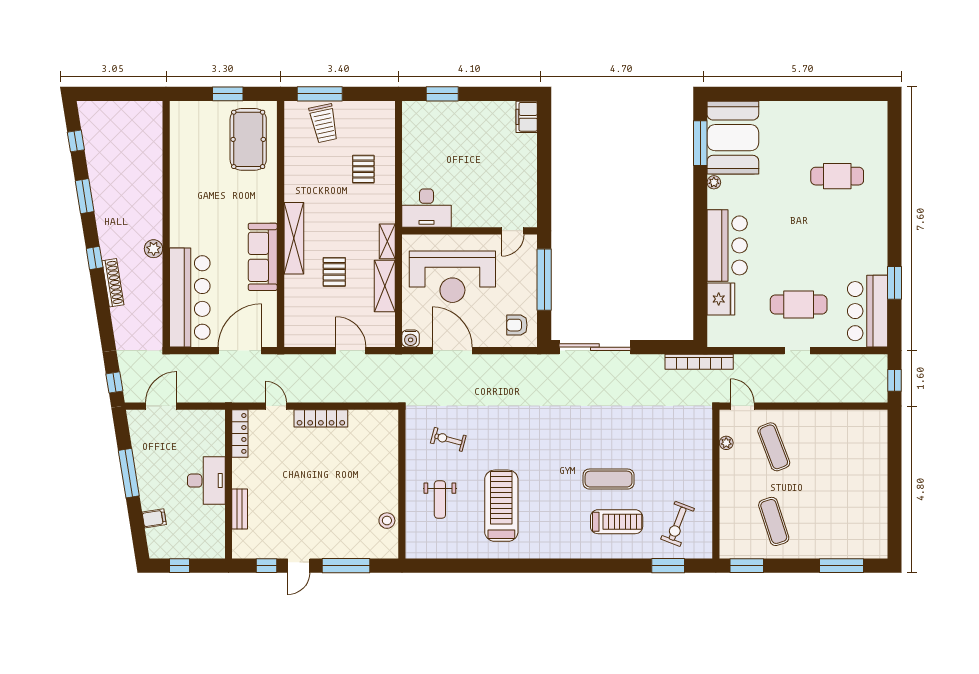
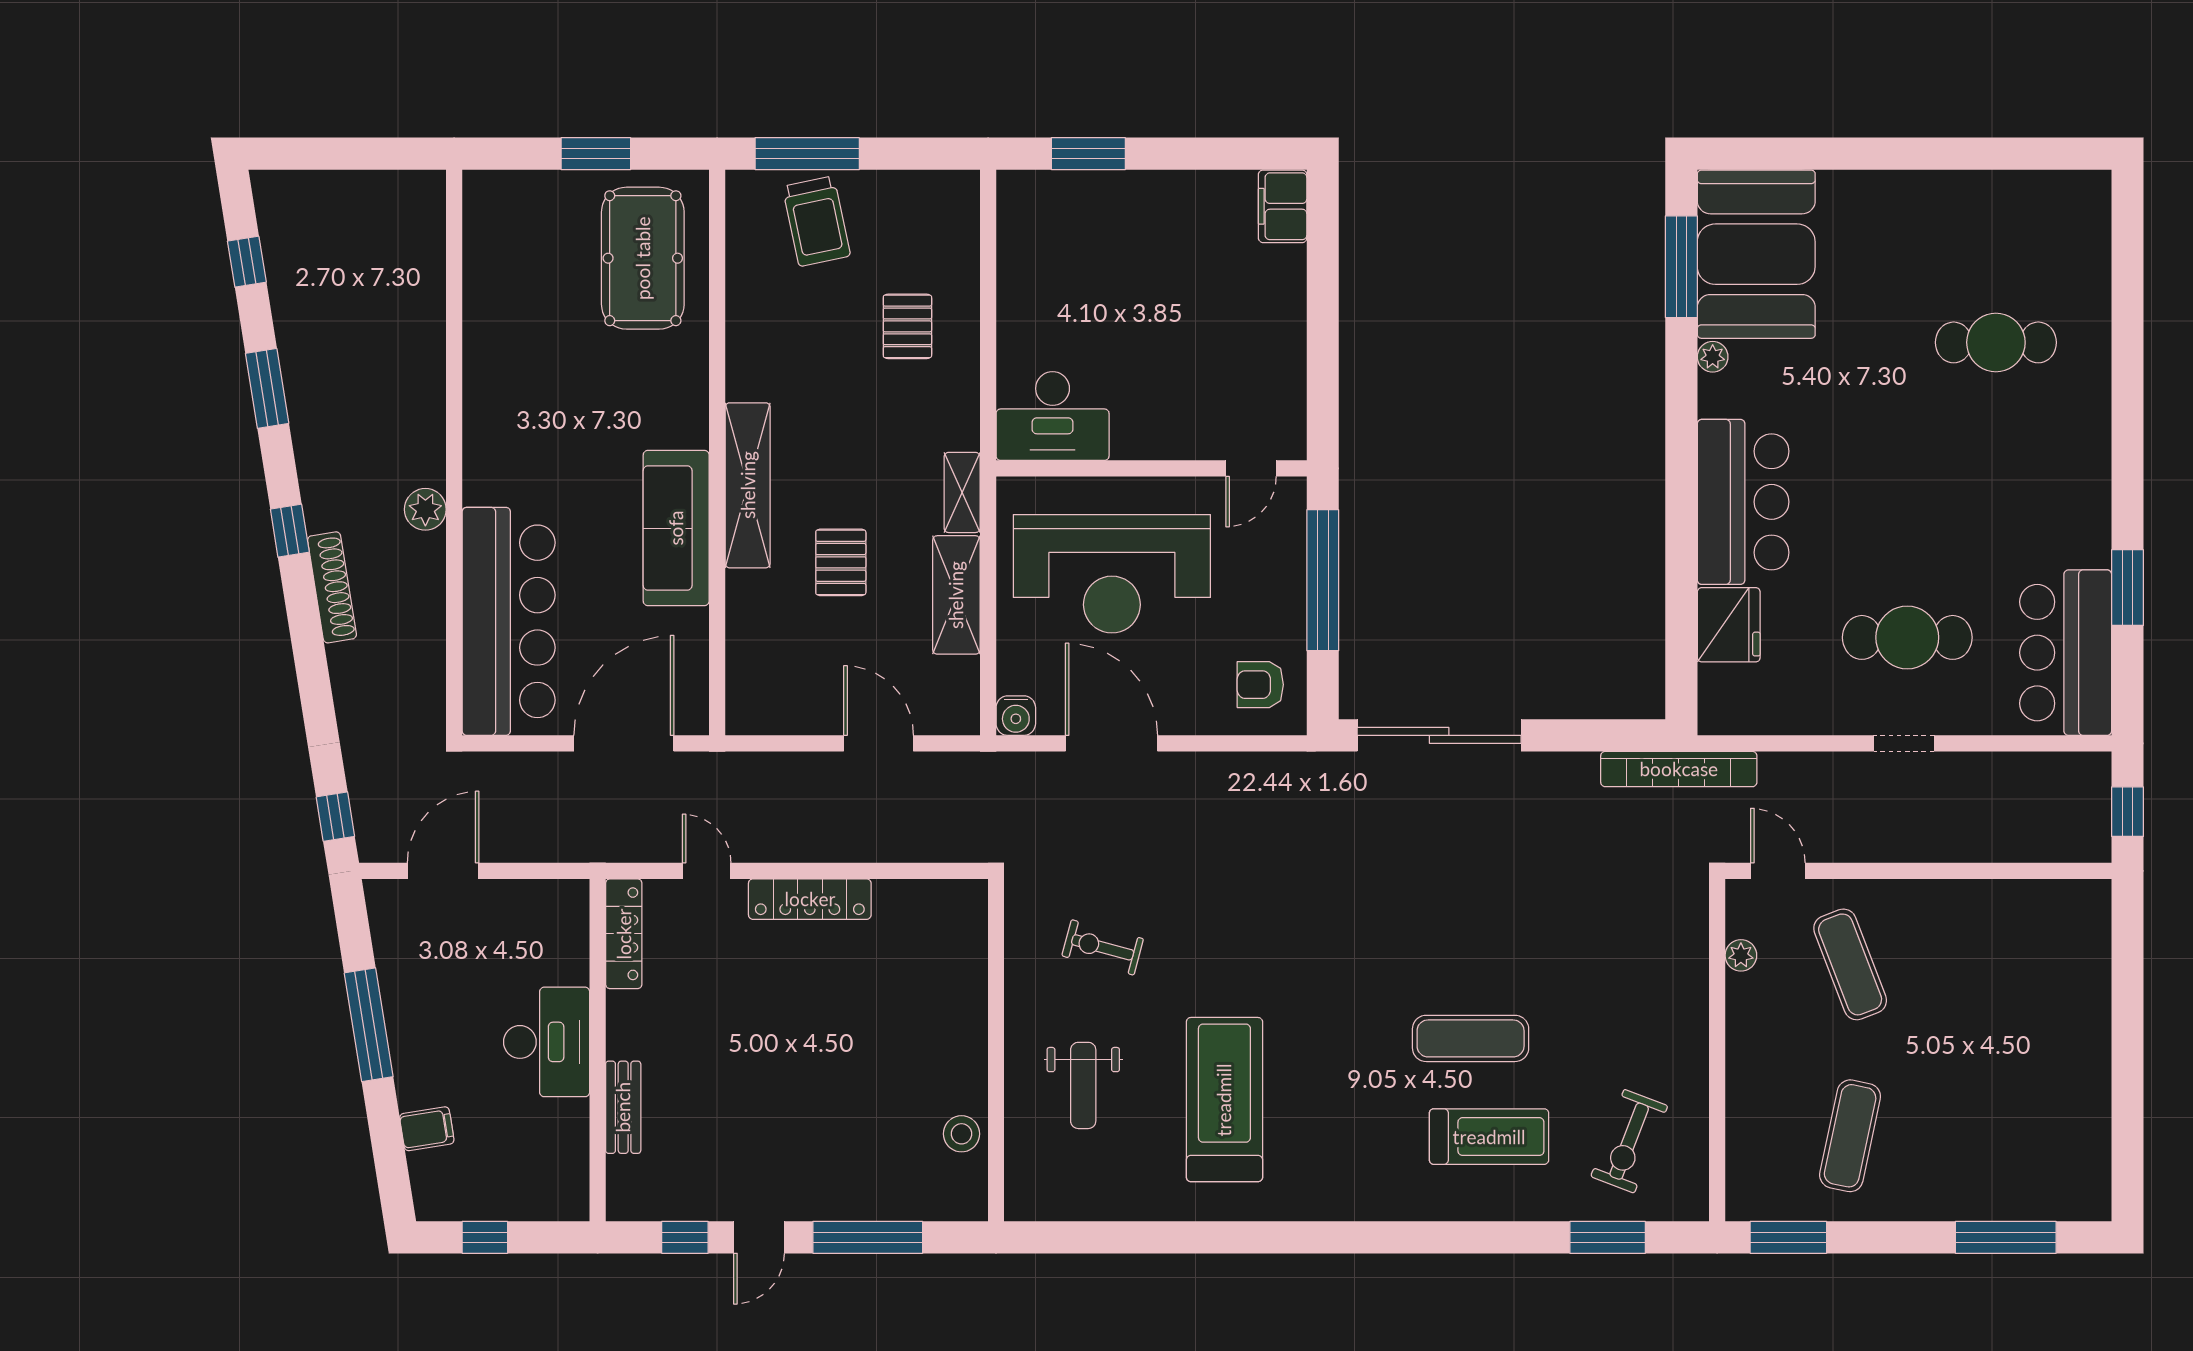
exercise mat: (774, 521) -> (1850, 1136), turned 30

